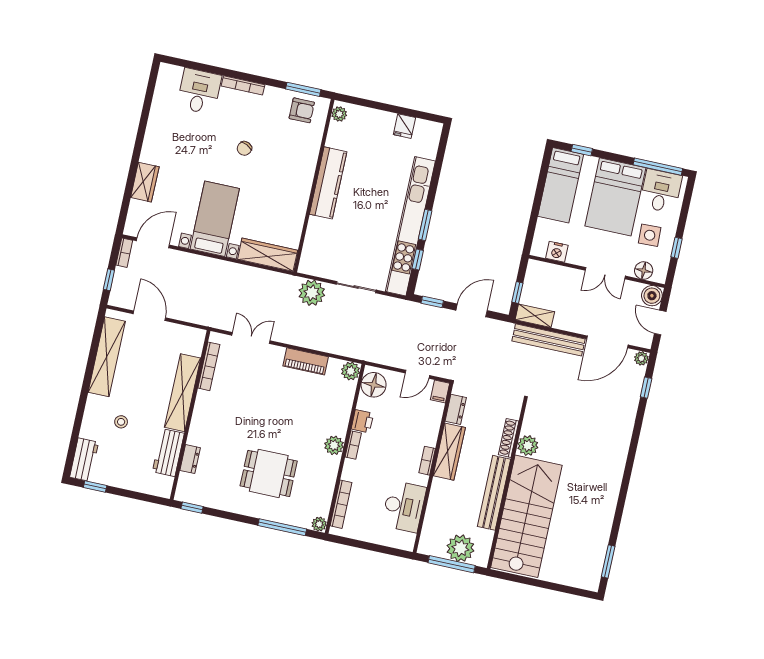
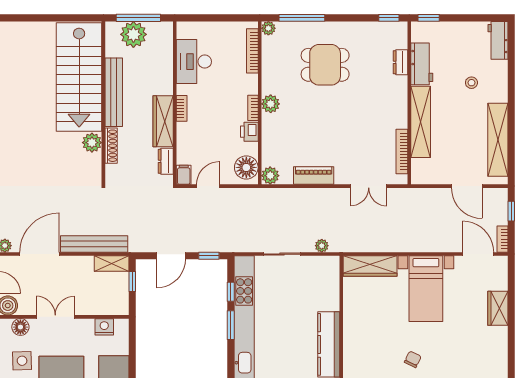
door: (153, 243) -> (478, 254), swing flipped
plant: (312, 293) -> (322, 246), width x0.53, depth x0.53
window: (95, 486) -> (429, 18), moved

